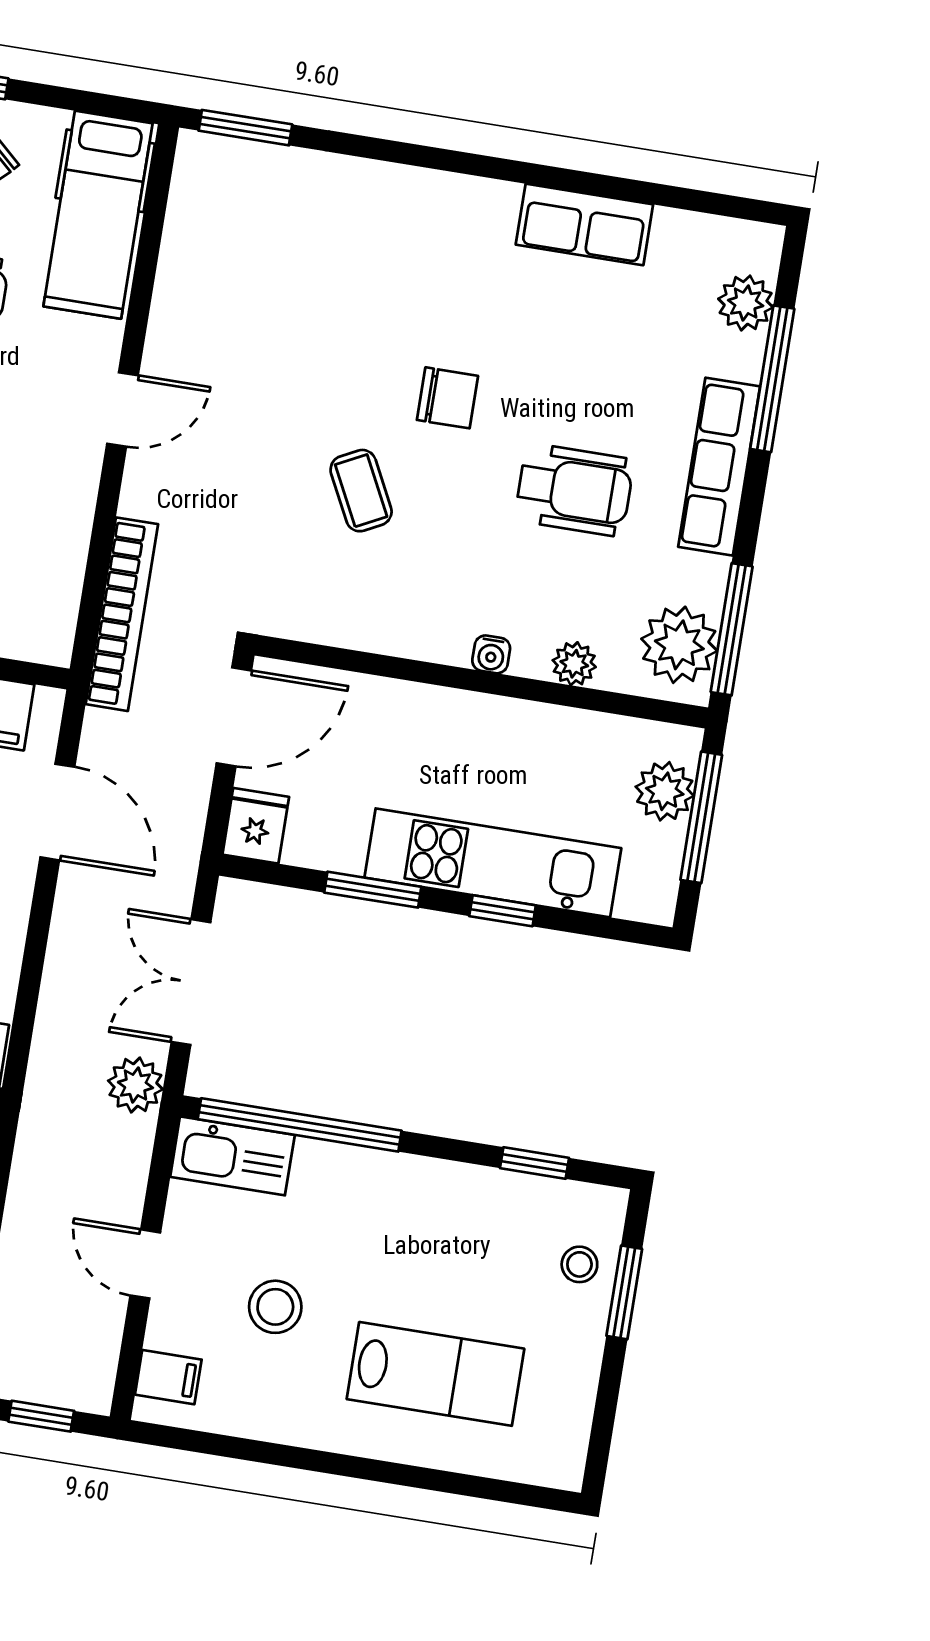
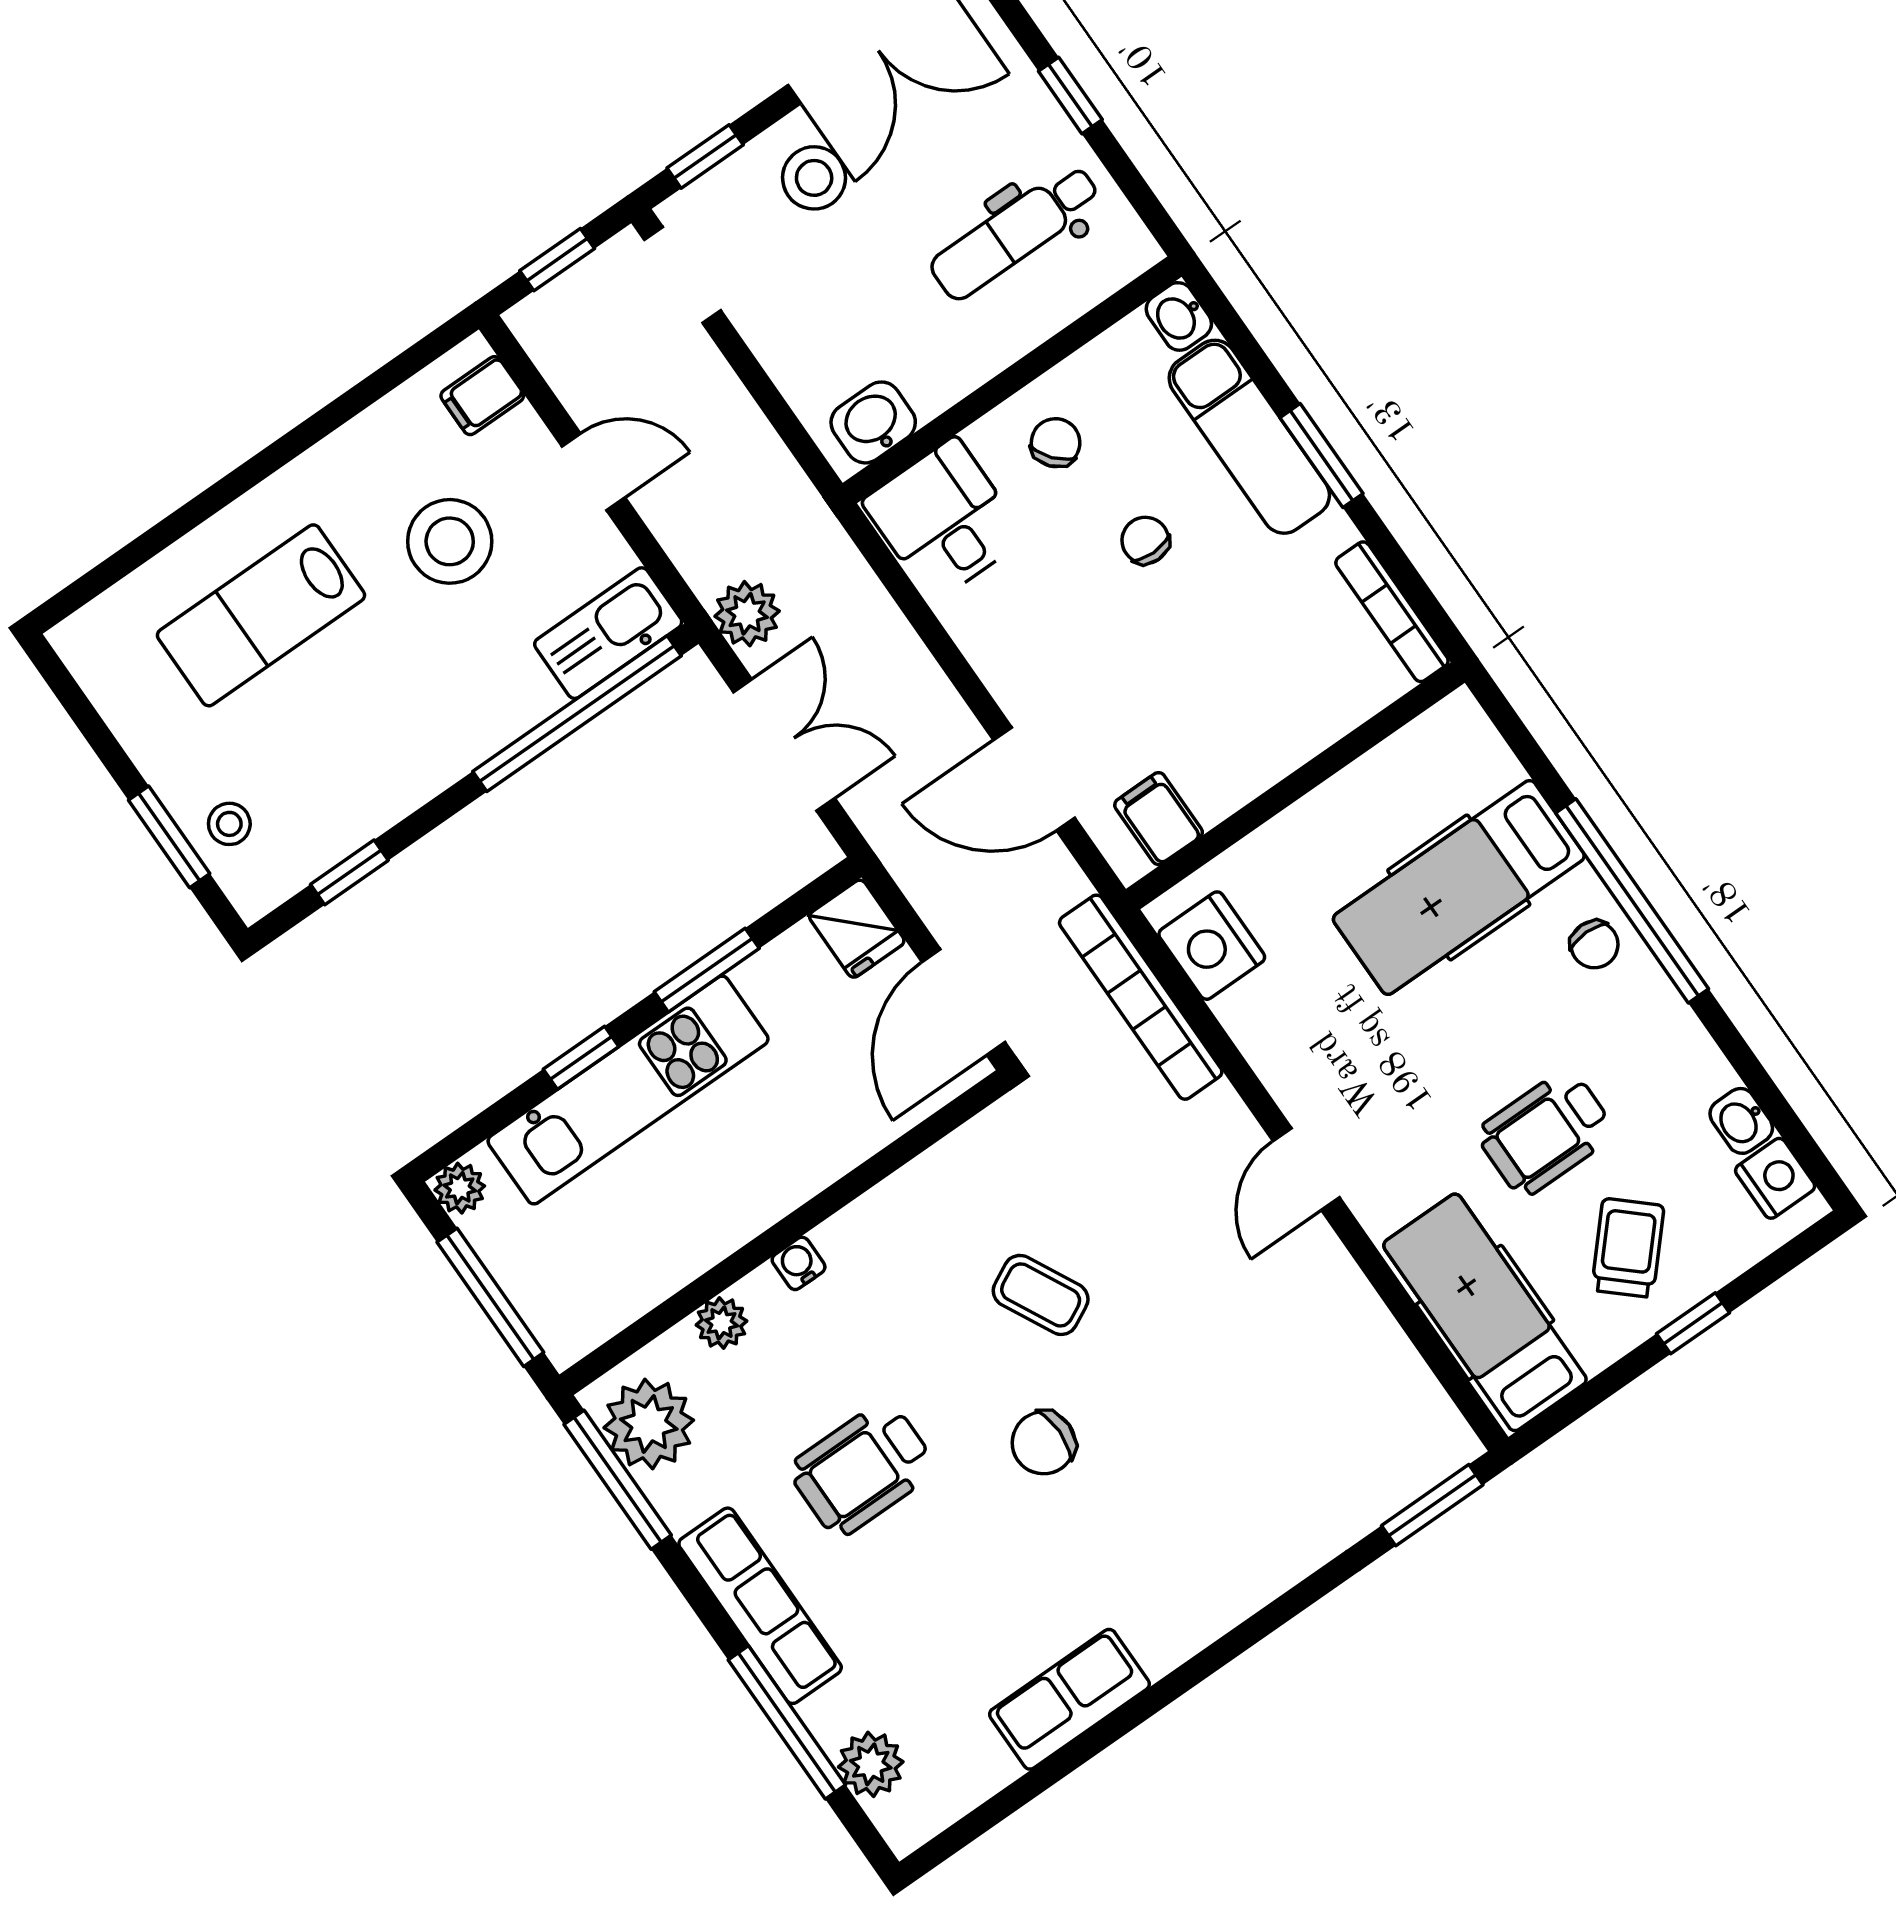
nightstand: (47, 604) -> (1212, 946), added
plant: (665, 791) -> (460, 1188), moved, width x0.73, depth x0.73
stool: (275, 1307) -> (450, 541), width x1.38, depth x1.38

